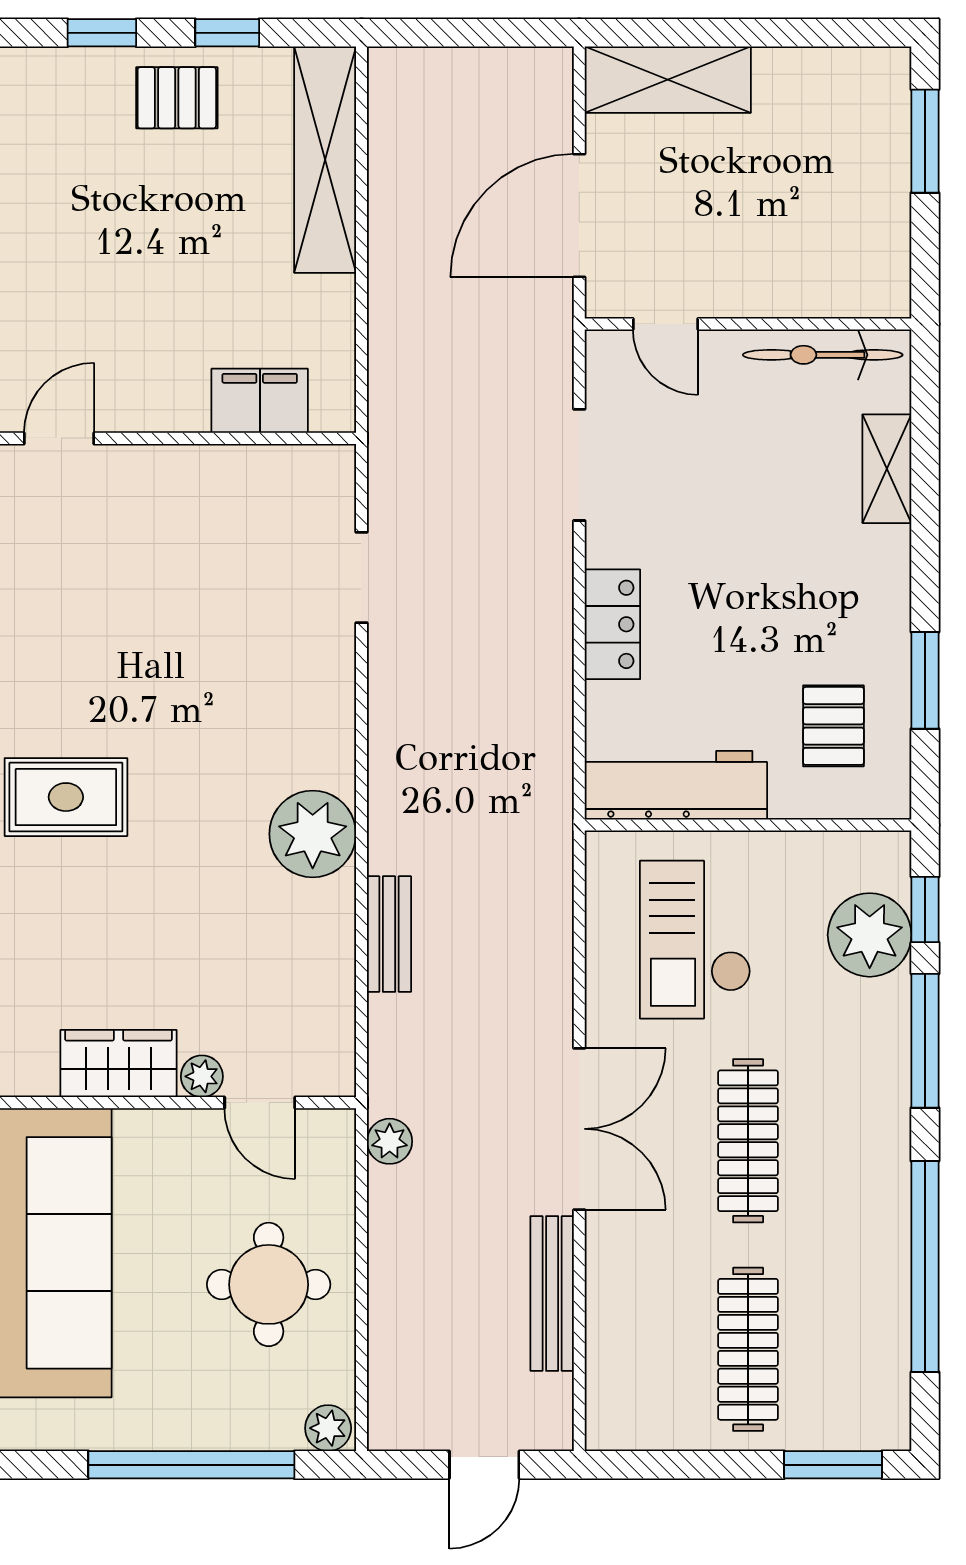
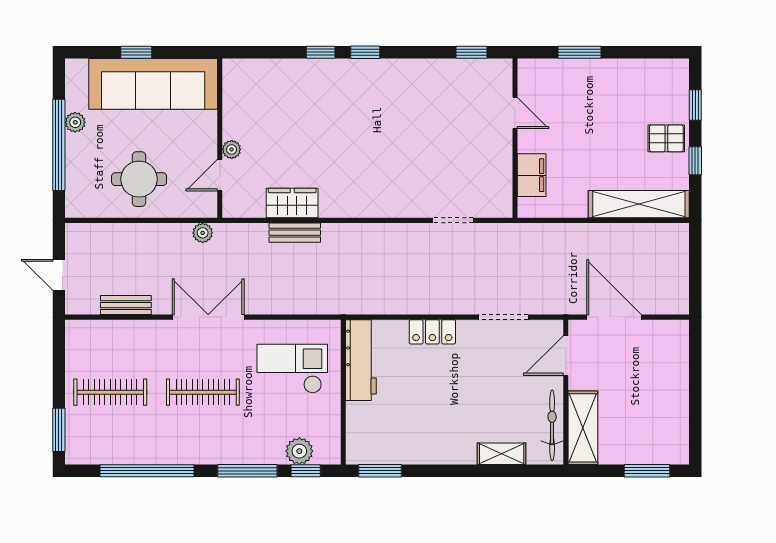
shelving: (668, 80) -> (583, 428), moved
pallet: (177, 98) -> (666, 138), turned 90
door: (666, 324) -> (566, 355), width x1.37
door: (59, 438) -> (515, 113), moved
window: (925, 680) -> (380, 471), moved
pallet: (833, 726) -> (387, 430), removed
rug: (66, 797) -> (356, 89), removed
plant: (313, 834) -> (339, 199), removed
plant: (870, 935) -> (299, 451), width x0.73, depth x0.73
wardrobe: (118, 1064) -> (292, 203), moved, turned -90
double door: (579, 1129) -> (208, 317), swing flipped
bench: (552, 1294) -> (126, 305), width x0.73
plant: (328, 1428) -> (75, 122), moved

